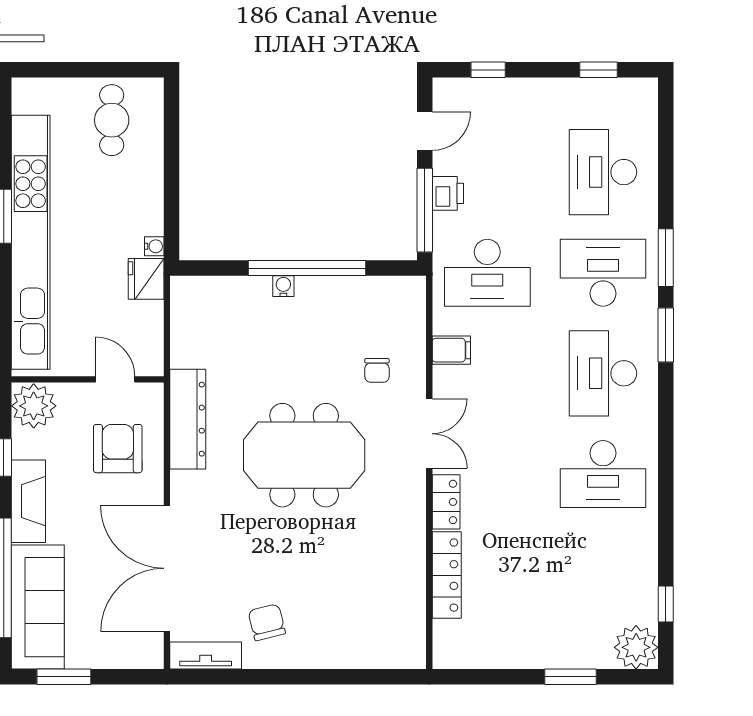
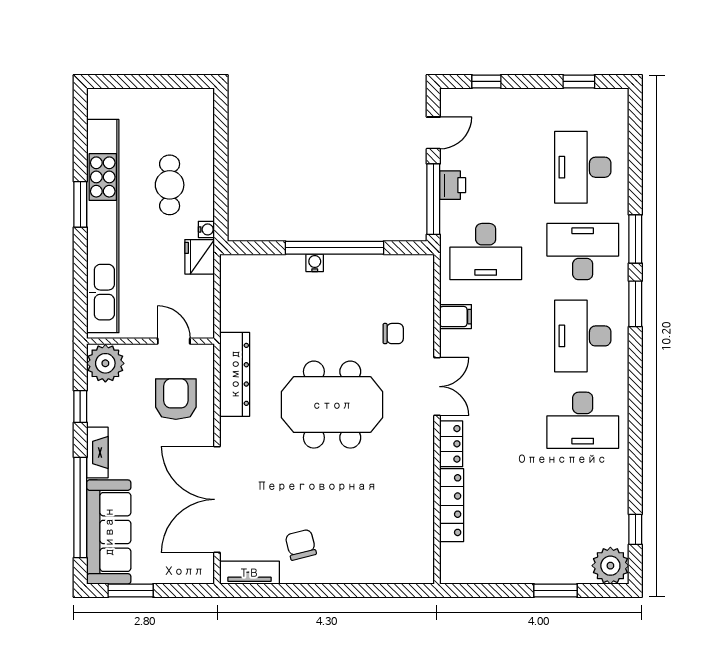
cafe table: (112, 120) -> (170, 185), moved
chair: (377, 370) -> (393, 334), turned -90
fireplace: (28, 501) -> (97, 453), width x0.73, depth x0.76

